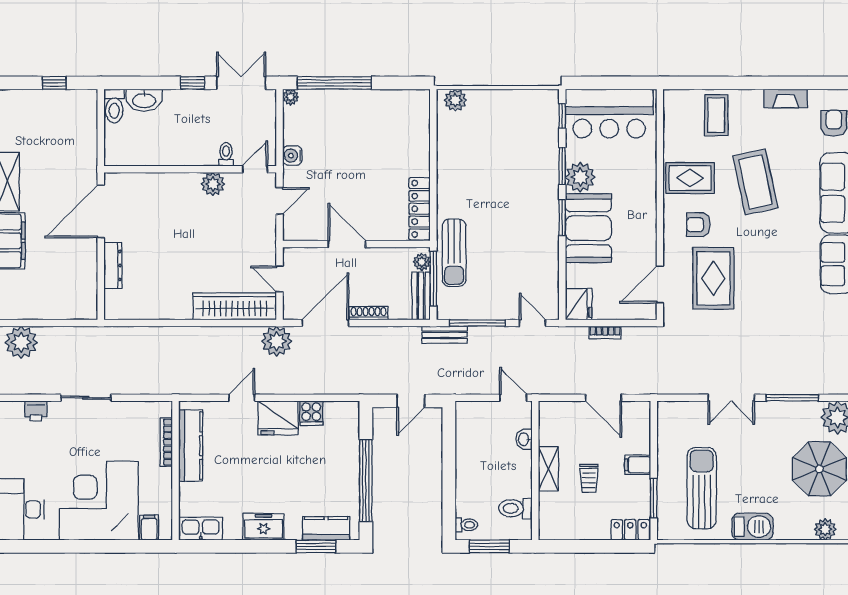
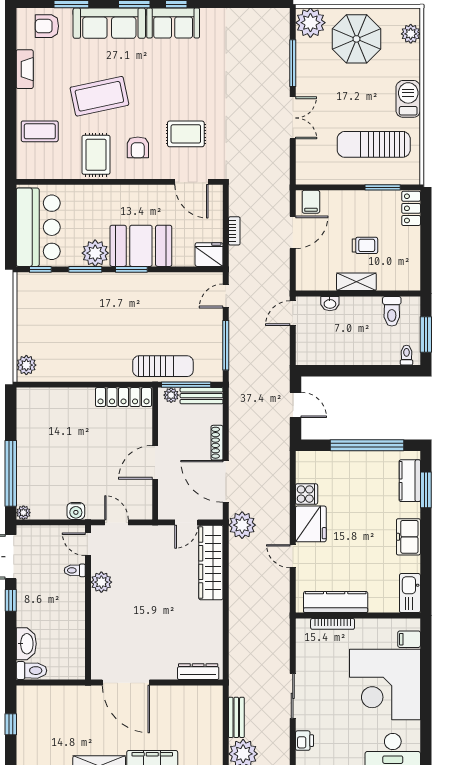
dresser: (113, 266) -> (198, 672), moved
rug: (713, 278) -> (186, 134), width x0.73, depth x0.70
bench: (445, 335) -> (236, 717), moved
filing cabinet: (638, 465) -> (311, 202), moved

